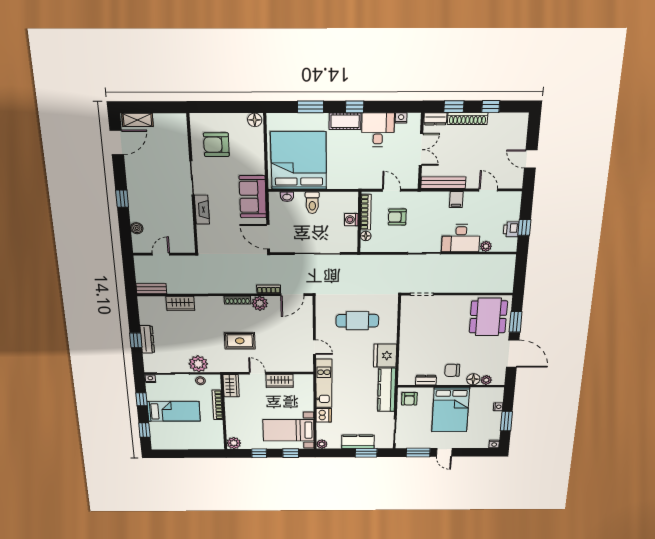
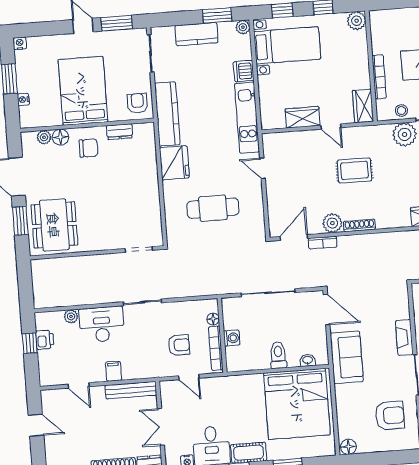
window: (366, 453) -> (217, 15), moved

